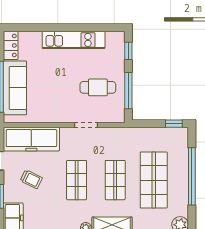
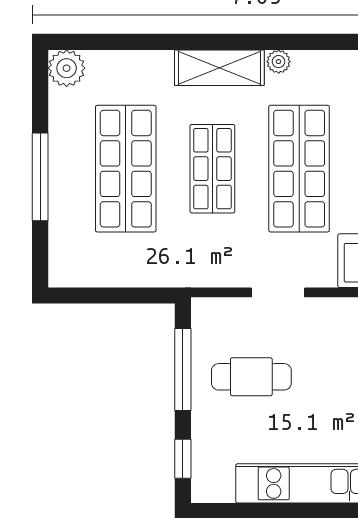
window: (174, 124) -> (80, 295), removed
window: (192, 176) -> (40, 177), width x0.68
shop shelf: (77, 180) -> (299, 169), width x1.43, depth x1.36

